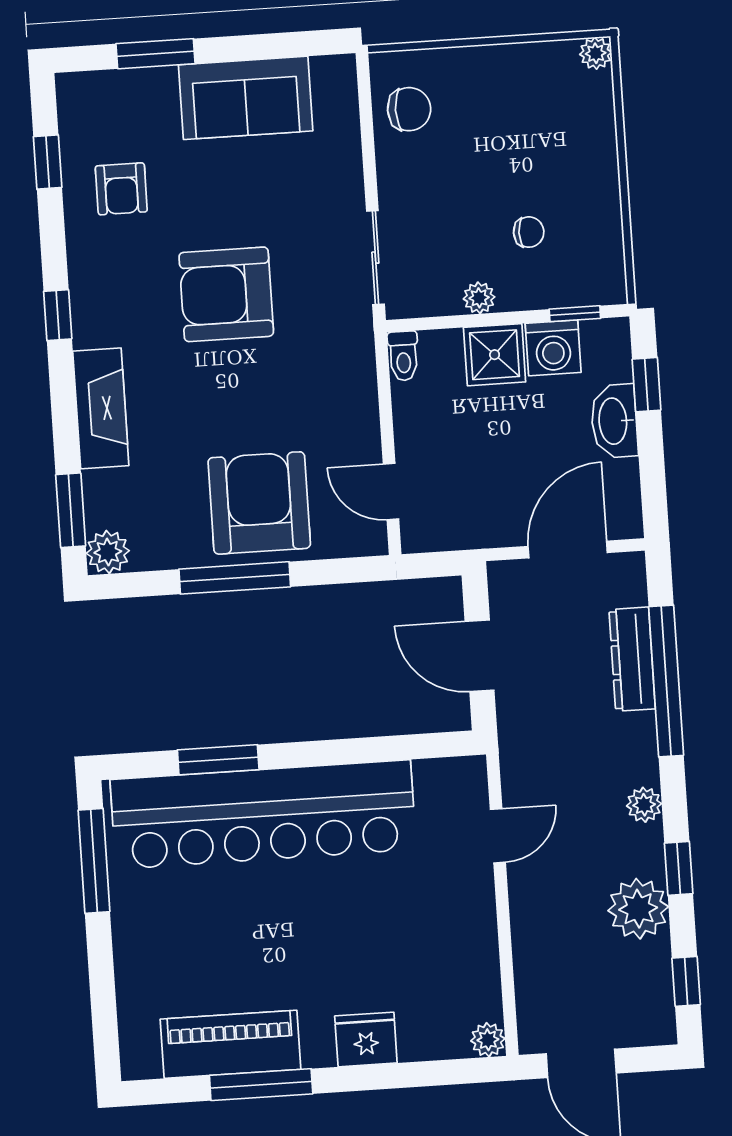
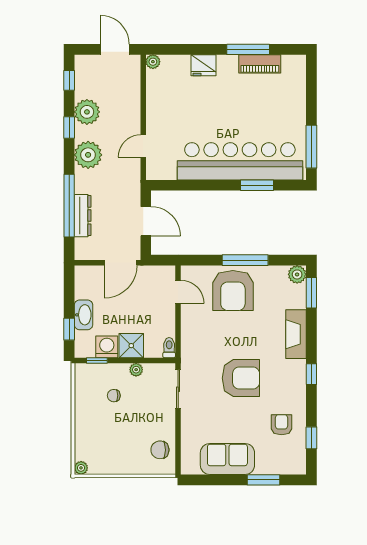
door: (568, 550) -> (121, 263), moved
plant: (644, 805) -> (88, 155), width x1.88, depth x1.88
piano: (230, 1044) -> (260, 64), width x0.73, depth x0.75

